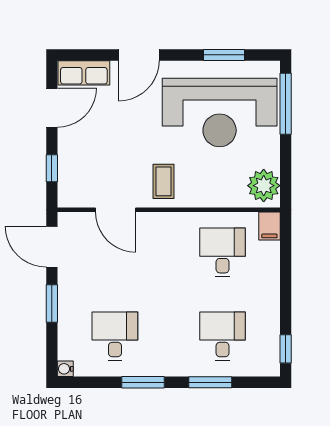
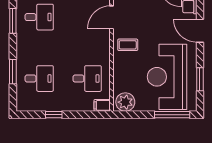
window: (286, 349) -> (54, 115), moved
window: (143, 382) -> (13, 21), moved

